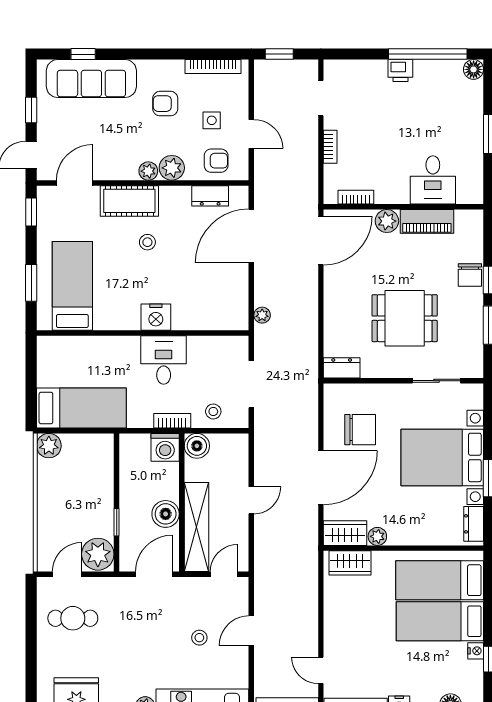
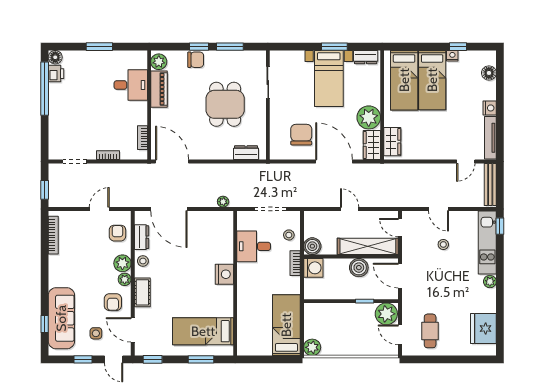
printer: (400, 71) -> (56, 74), moved
armchair: (165, 104) -> (113, 302), moved
side table: (212, 120) -> (96, 333), moved
cot: (129, 201) -> (142, 292), width x0.73, depth x0.75
plant: (387, 221) -> (159, 62), moved
stool: (147, 242) -> (143, 261), moved
desk: (164, 360) -> (254, 246), moved
dresser: (342, 368) -> (246, 153), moved, turned 90
bed with nightstands: (442, 457) -> (329, 78), width x0.73
plant: (377, 536) -> (369, 117), width x1.88, depth x1.88

